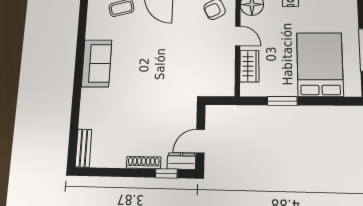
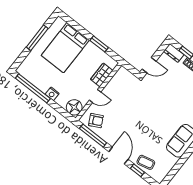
door: (238, 36) -> (95, 96), swing flipped
door: (200, 141) -> (149, 65), moved

